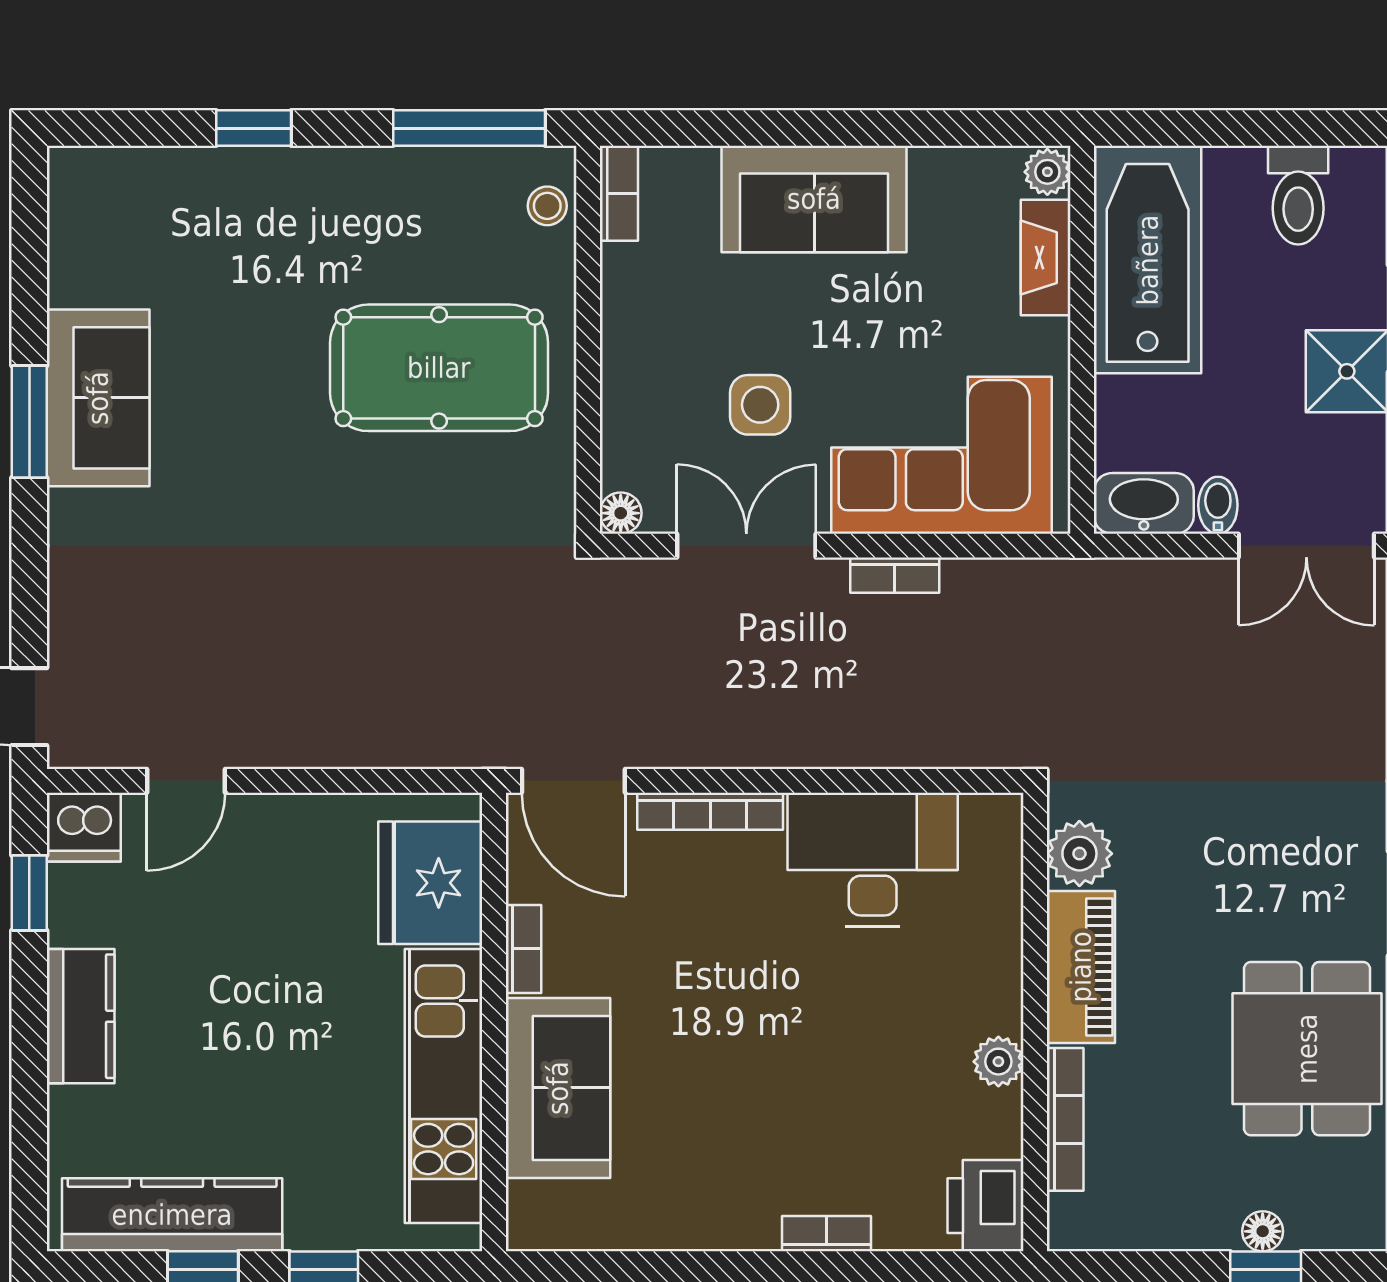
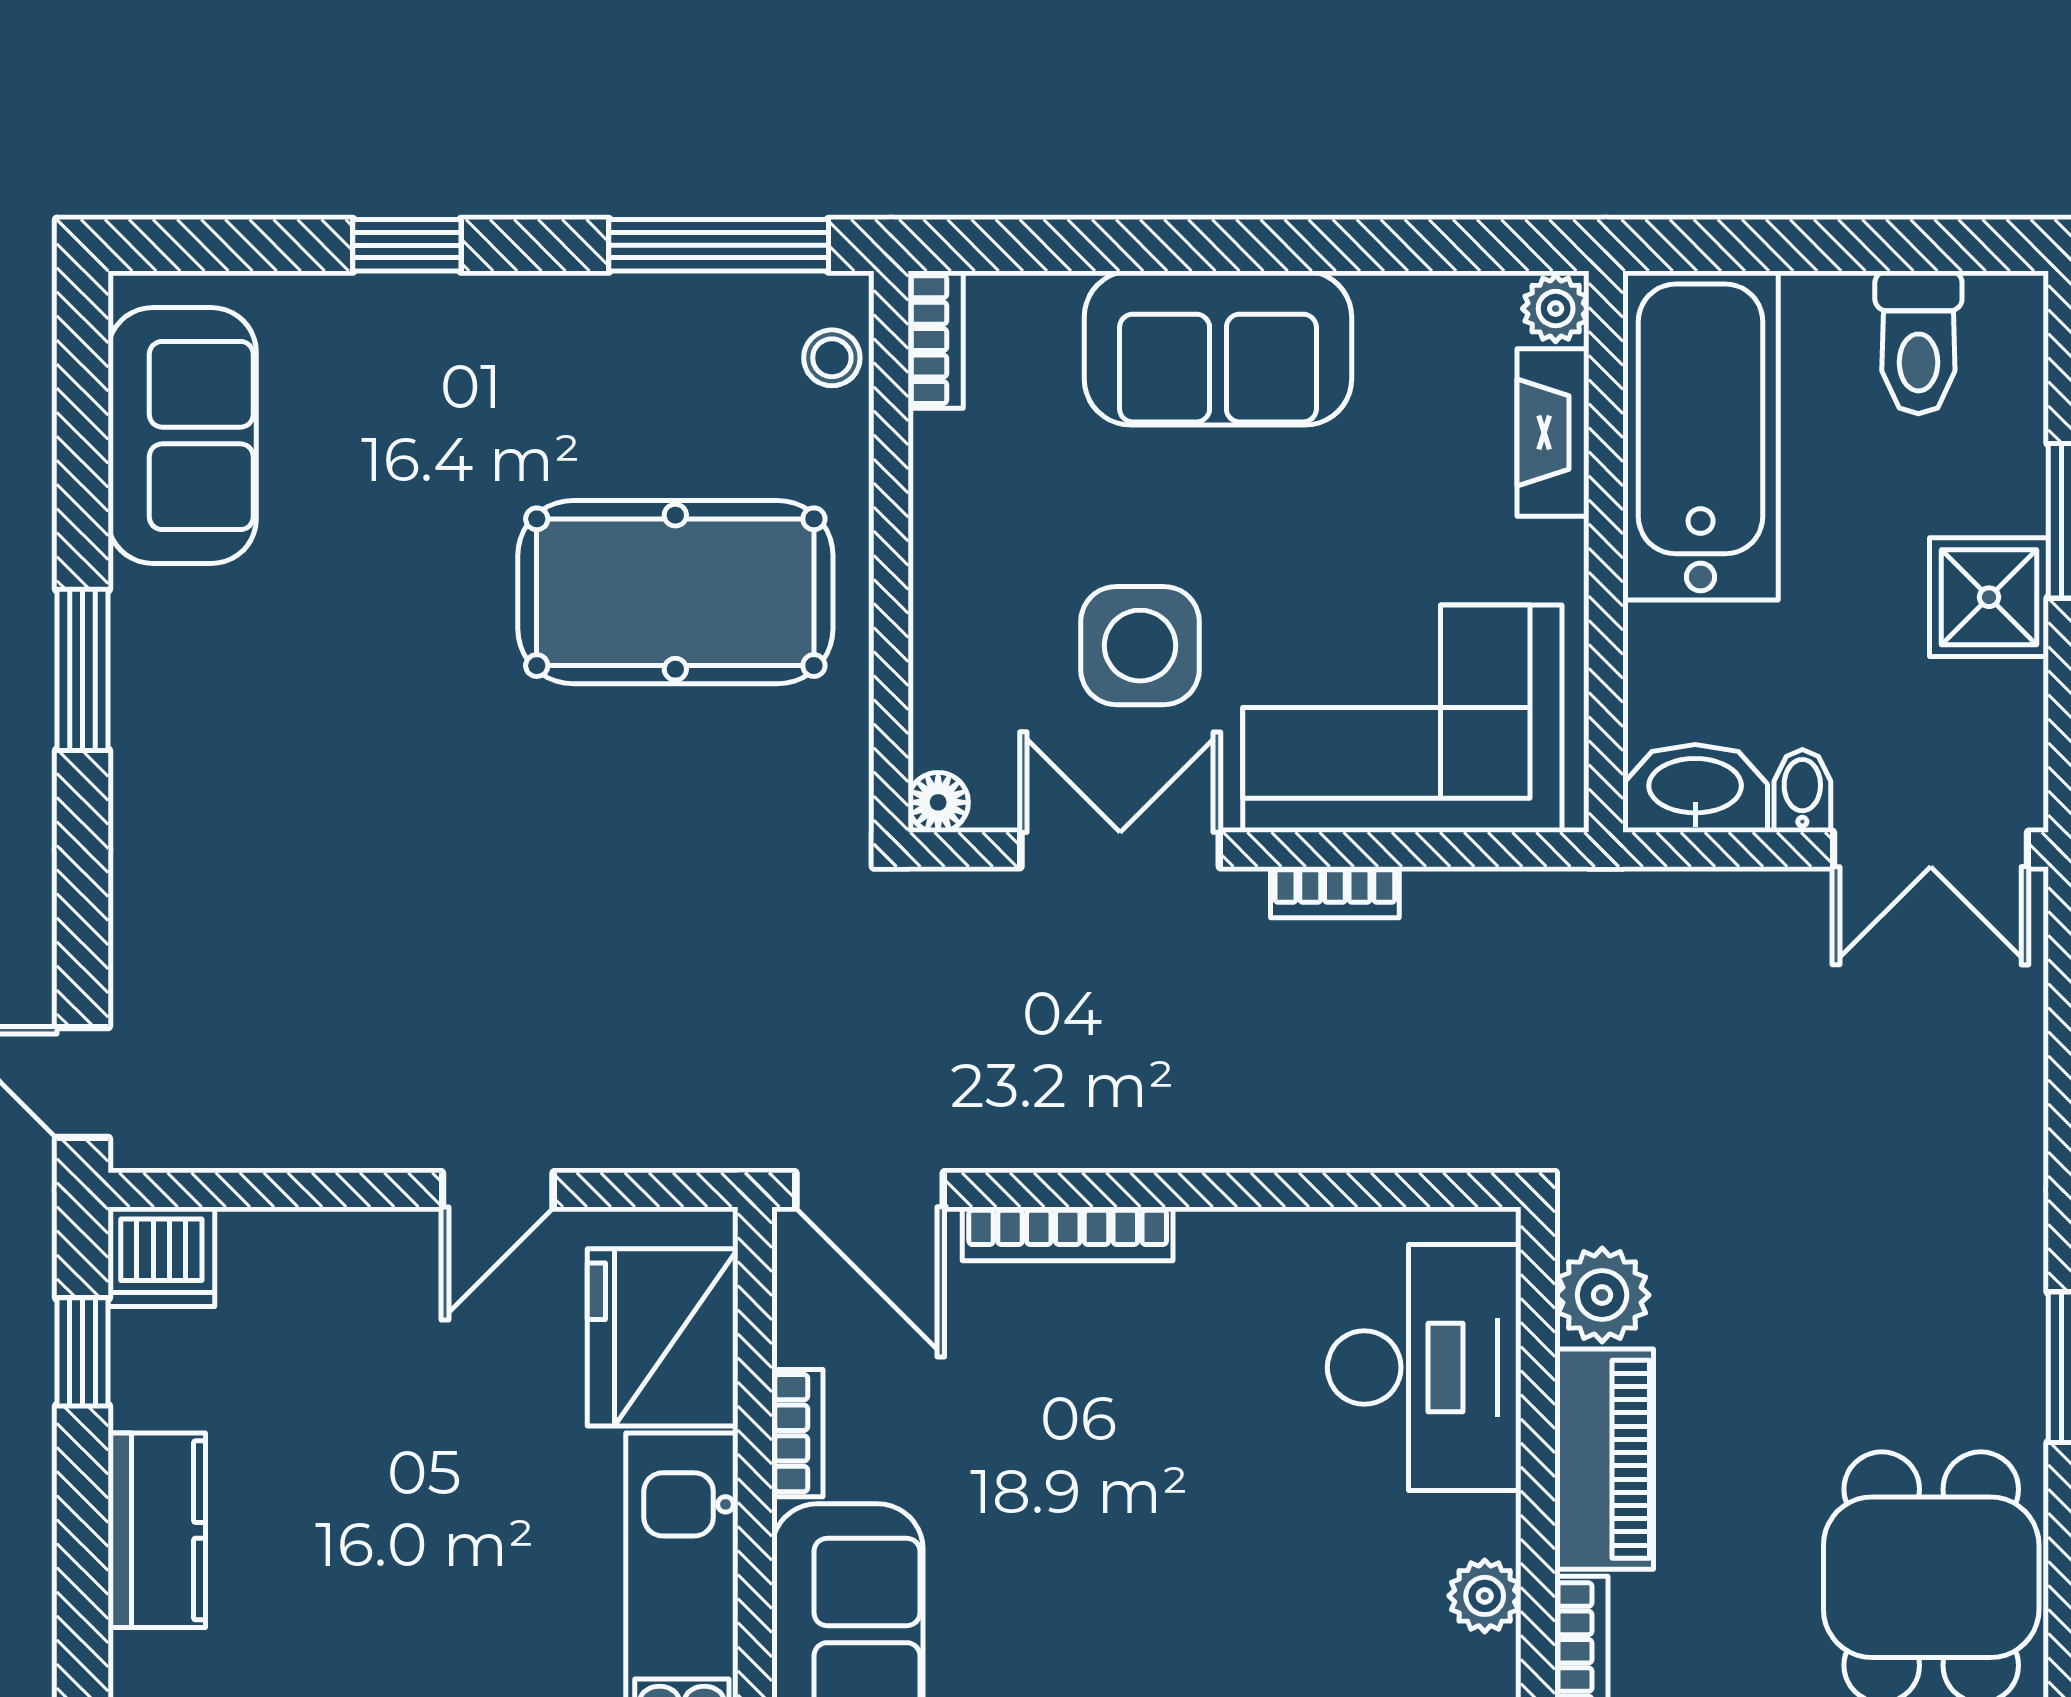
sofa: (98, 398) -> (182, 436), moved
side table: (760, 405) -> (1140, 646), width x1.37, depth x1.37
door: (186, 781) -> (498, 1190), moved
desk: (873, 860) -> (1424, 1368), moved, turned 90

